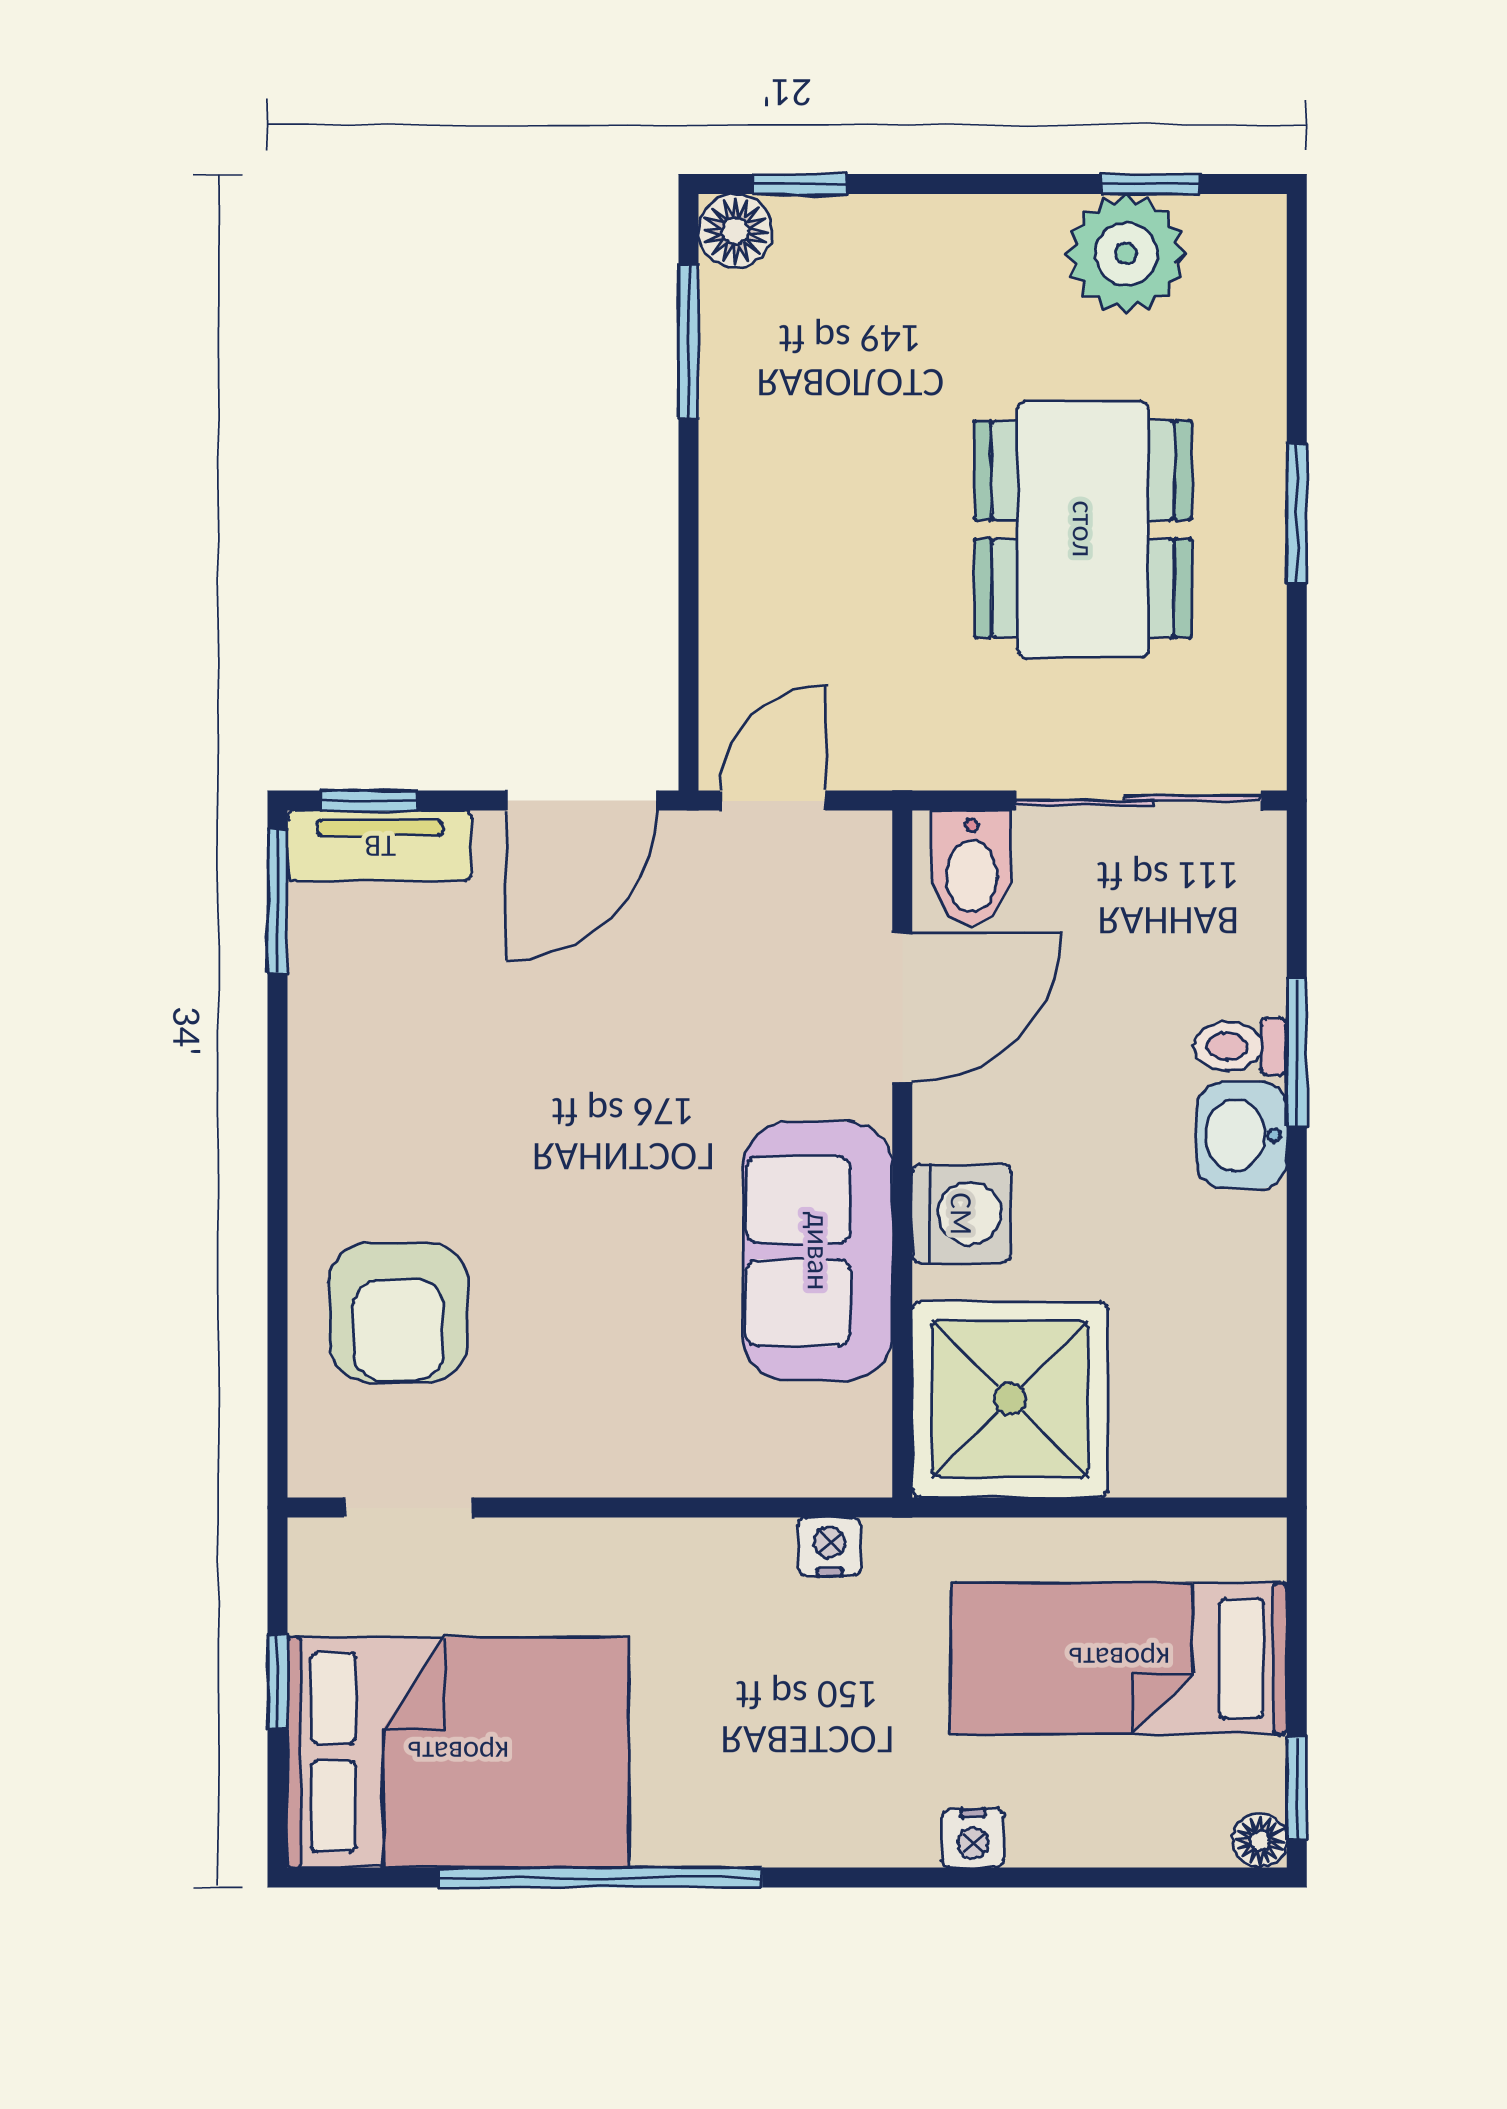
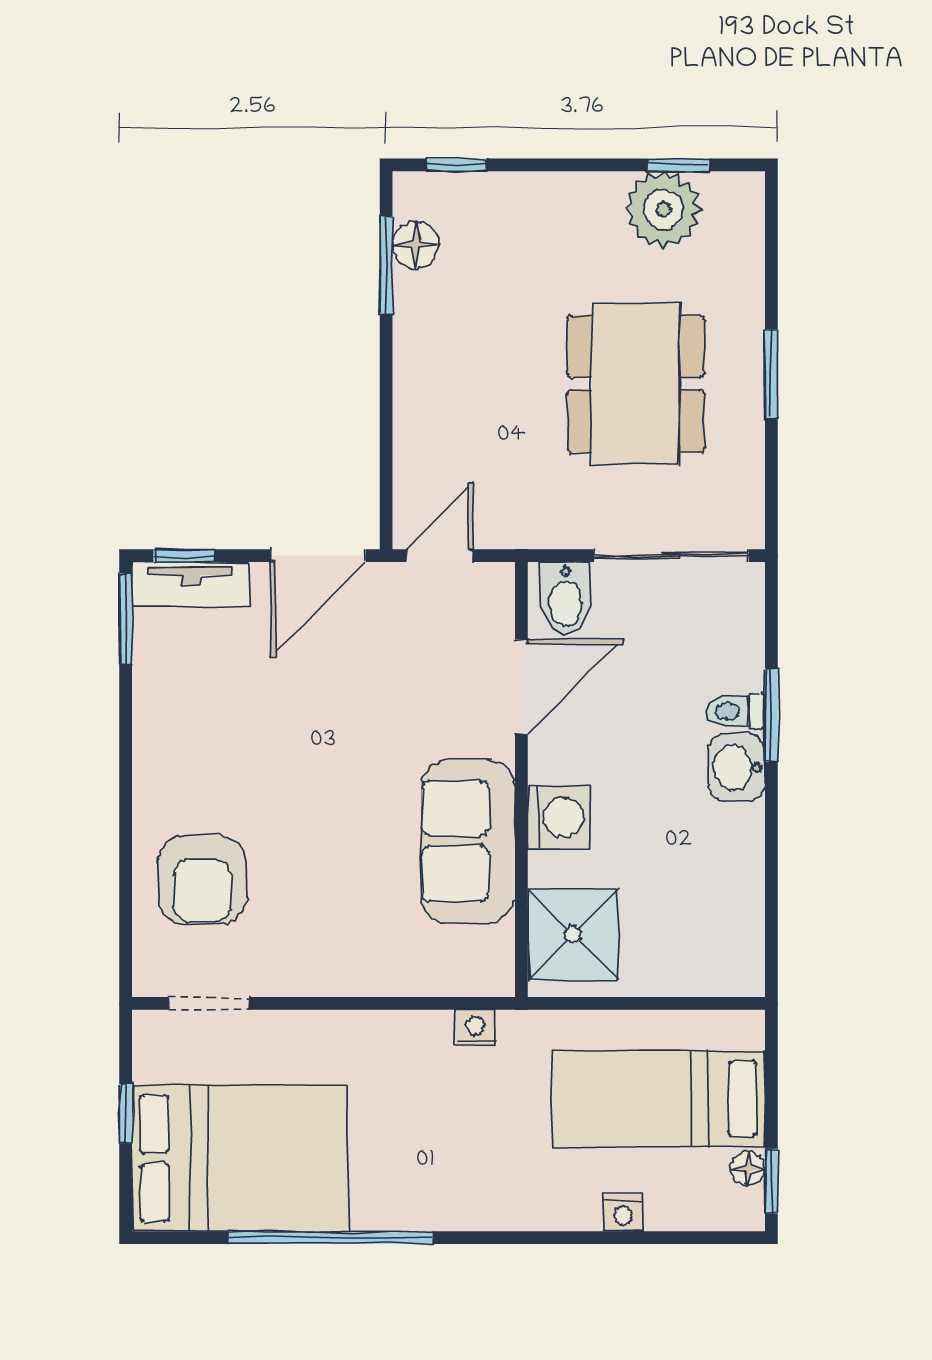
floor lamp: (735, 231) -> (416, 245), moved
shower: (1010, 1399) -> (573, 935), width x0.73, depth x0.73
nightstand: (973, 1838) -> (623, 1213), moved
floor lamp: (1260, 1840) -> (748, 1168), moved

